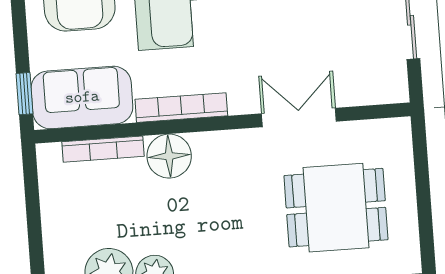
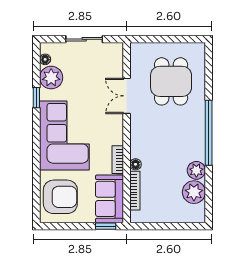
bookcase: (181, 108) -> (118, 160), width x0.64
floor lamp: (169, 156) -> (136, 164), width x0.53, depth x0.53

